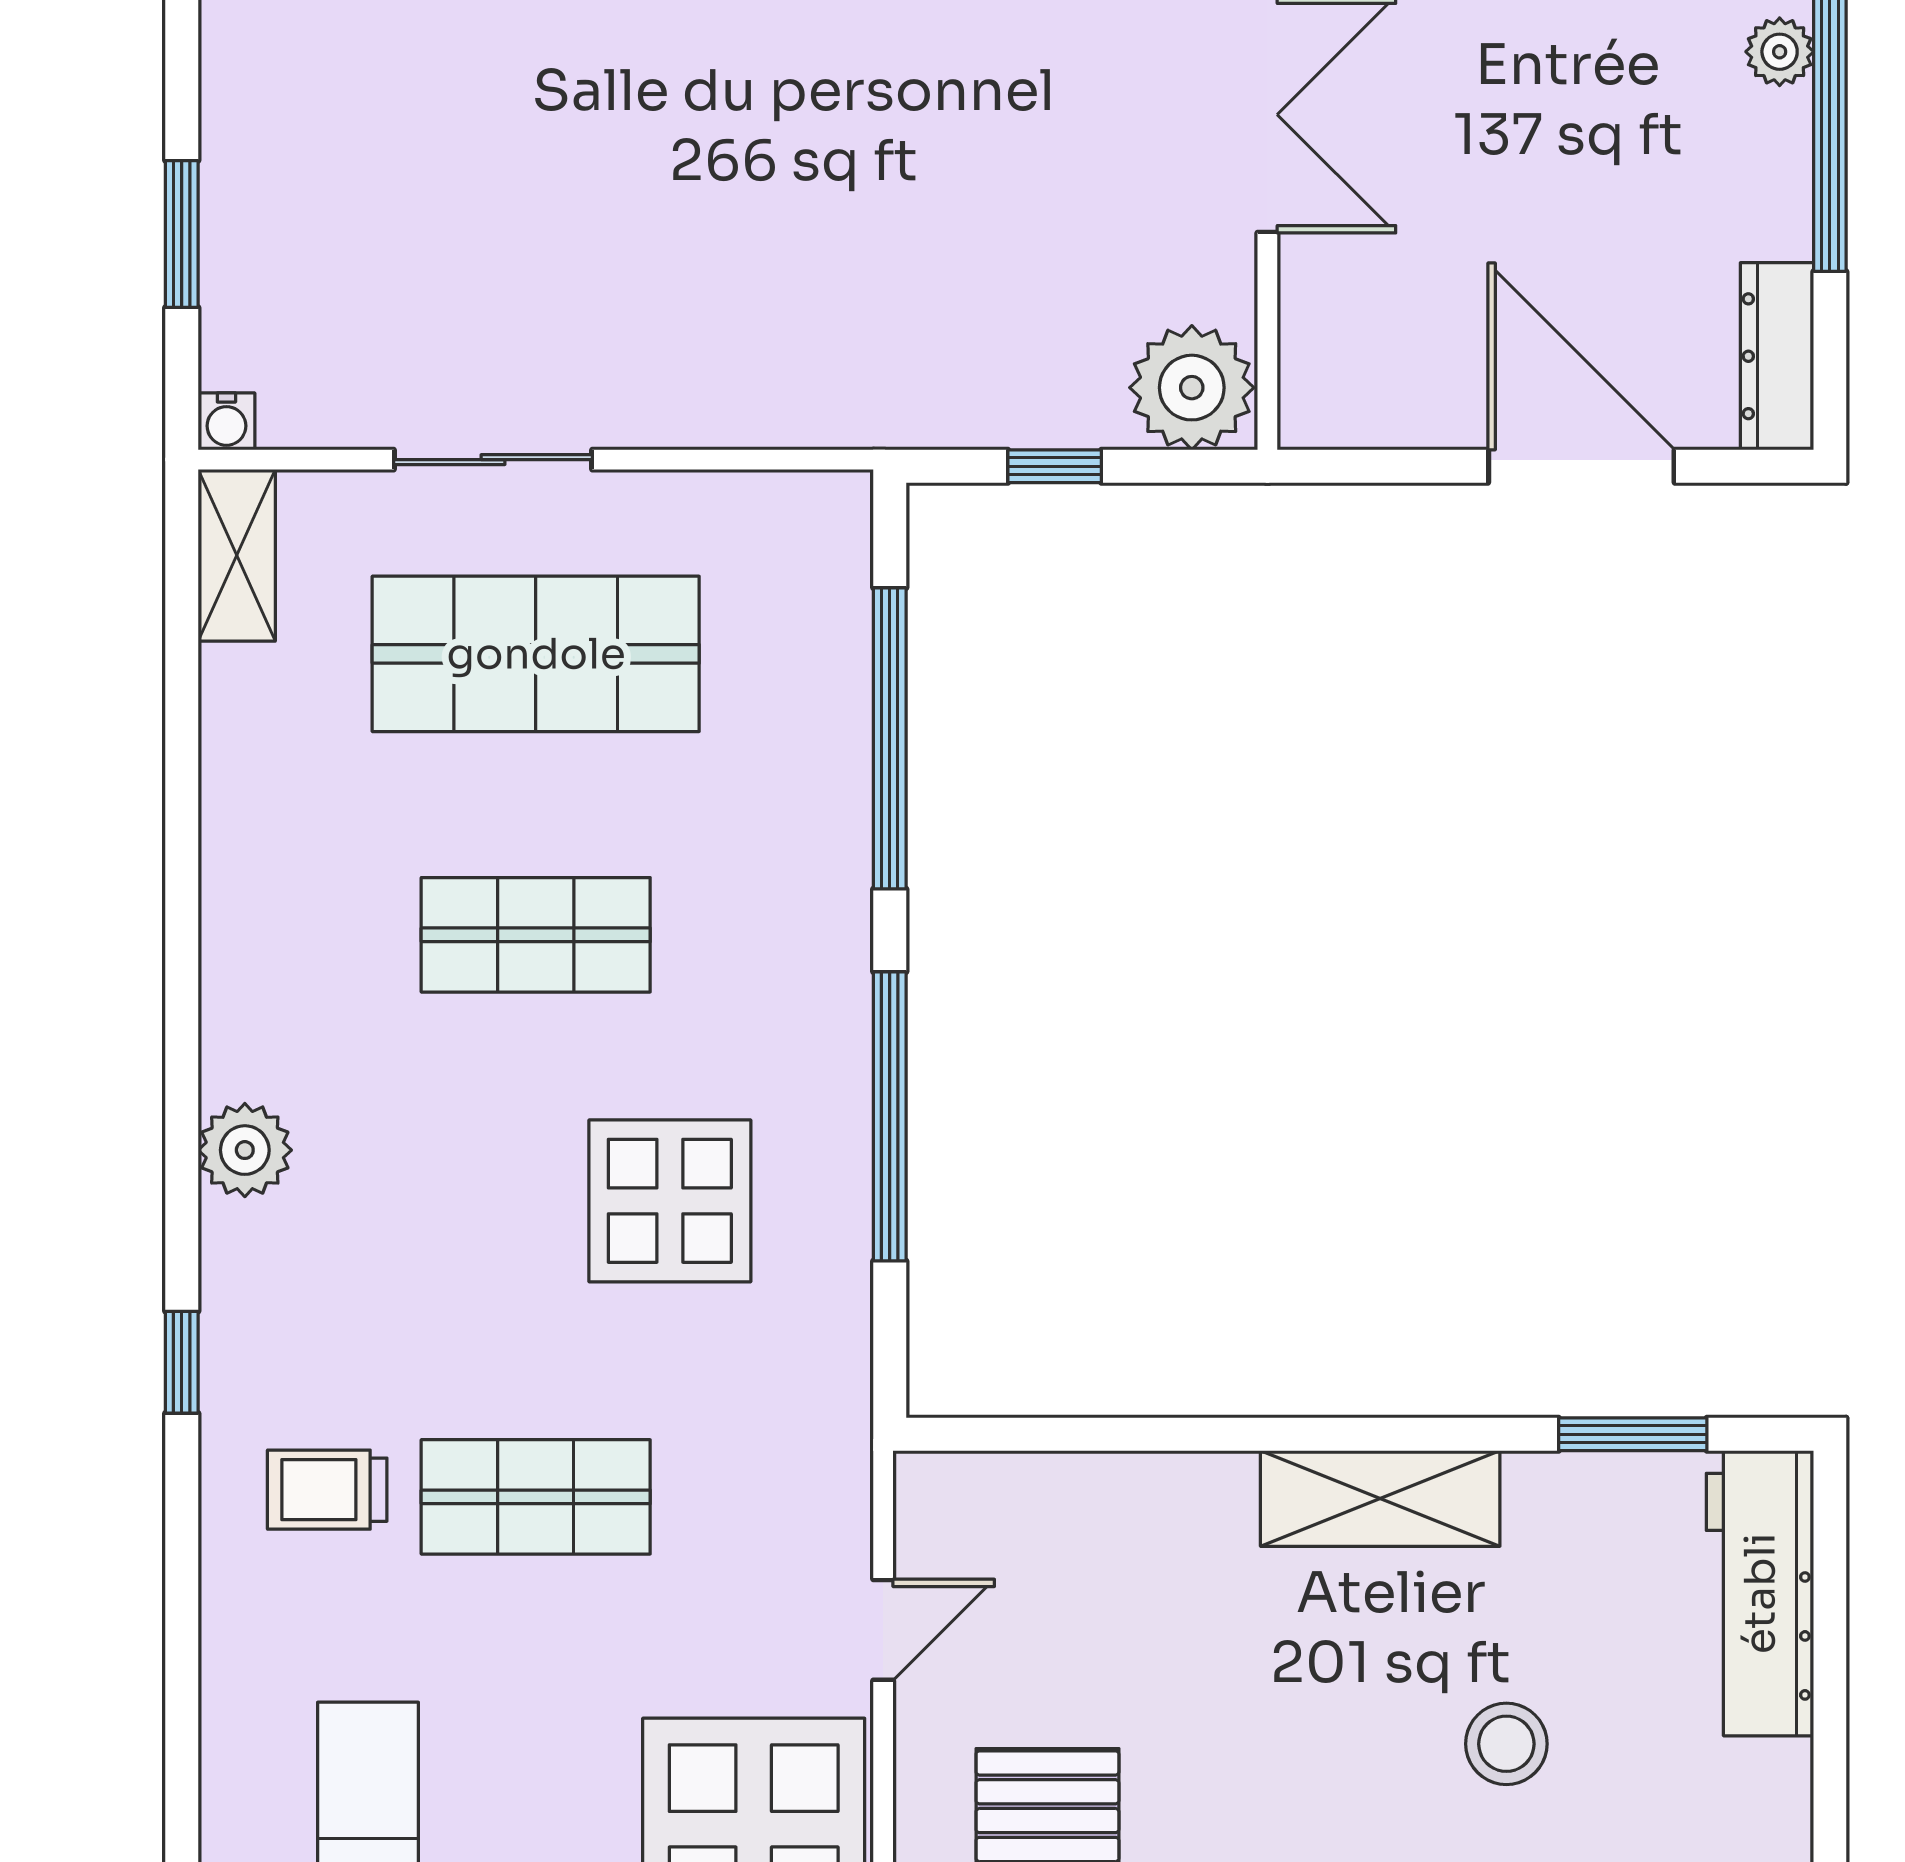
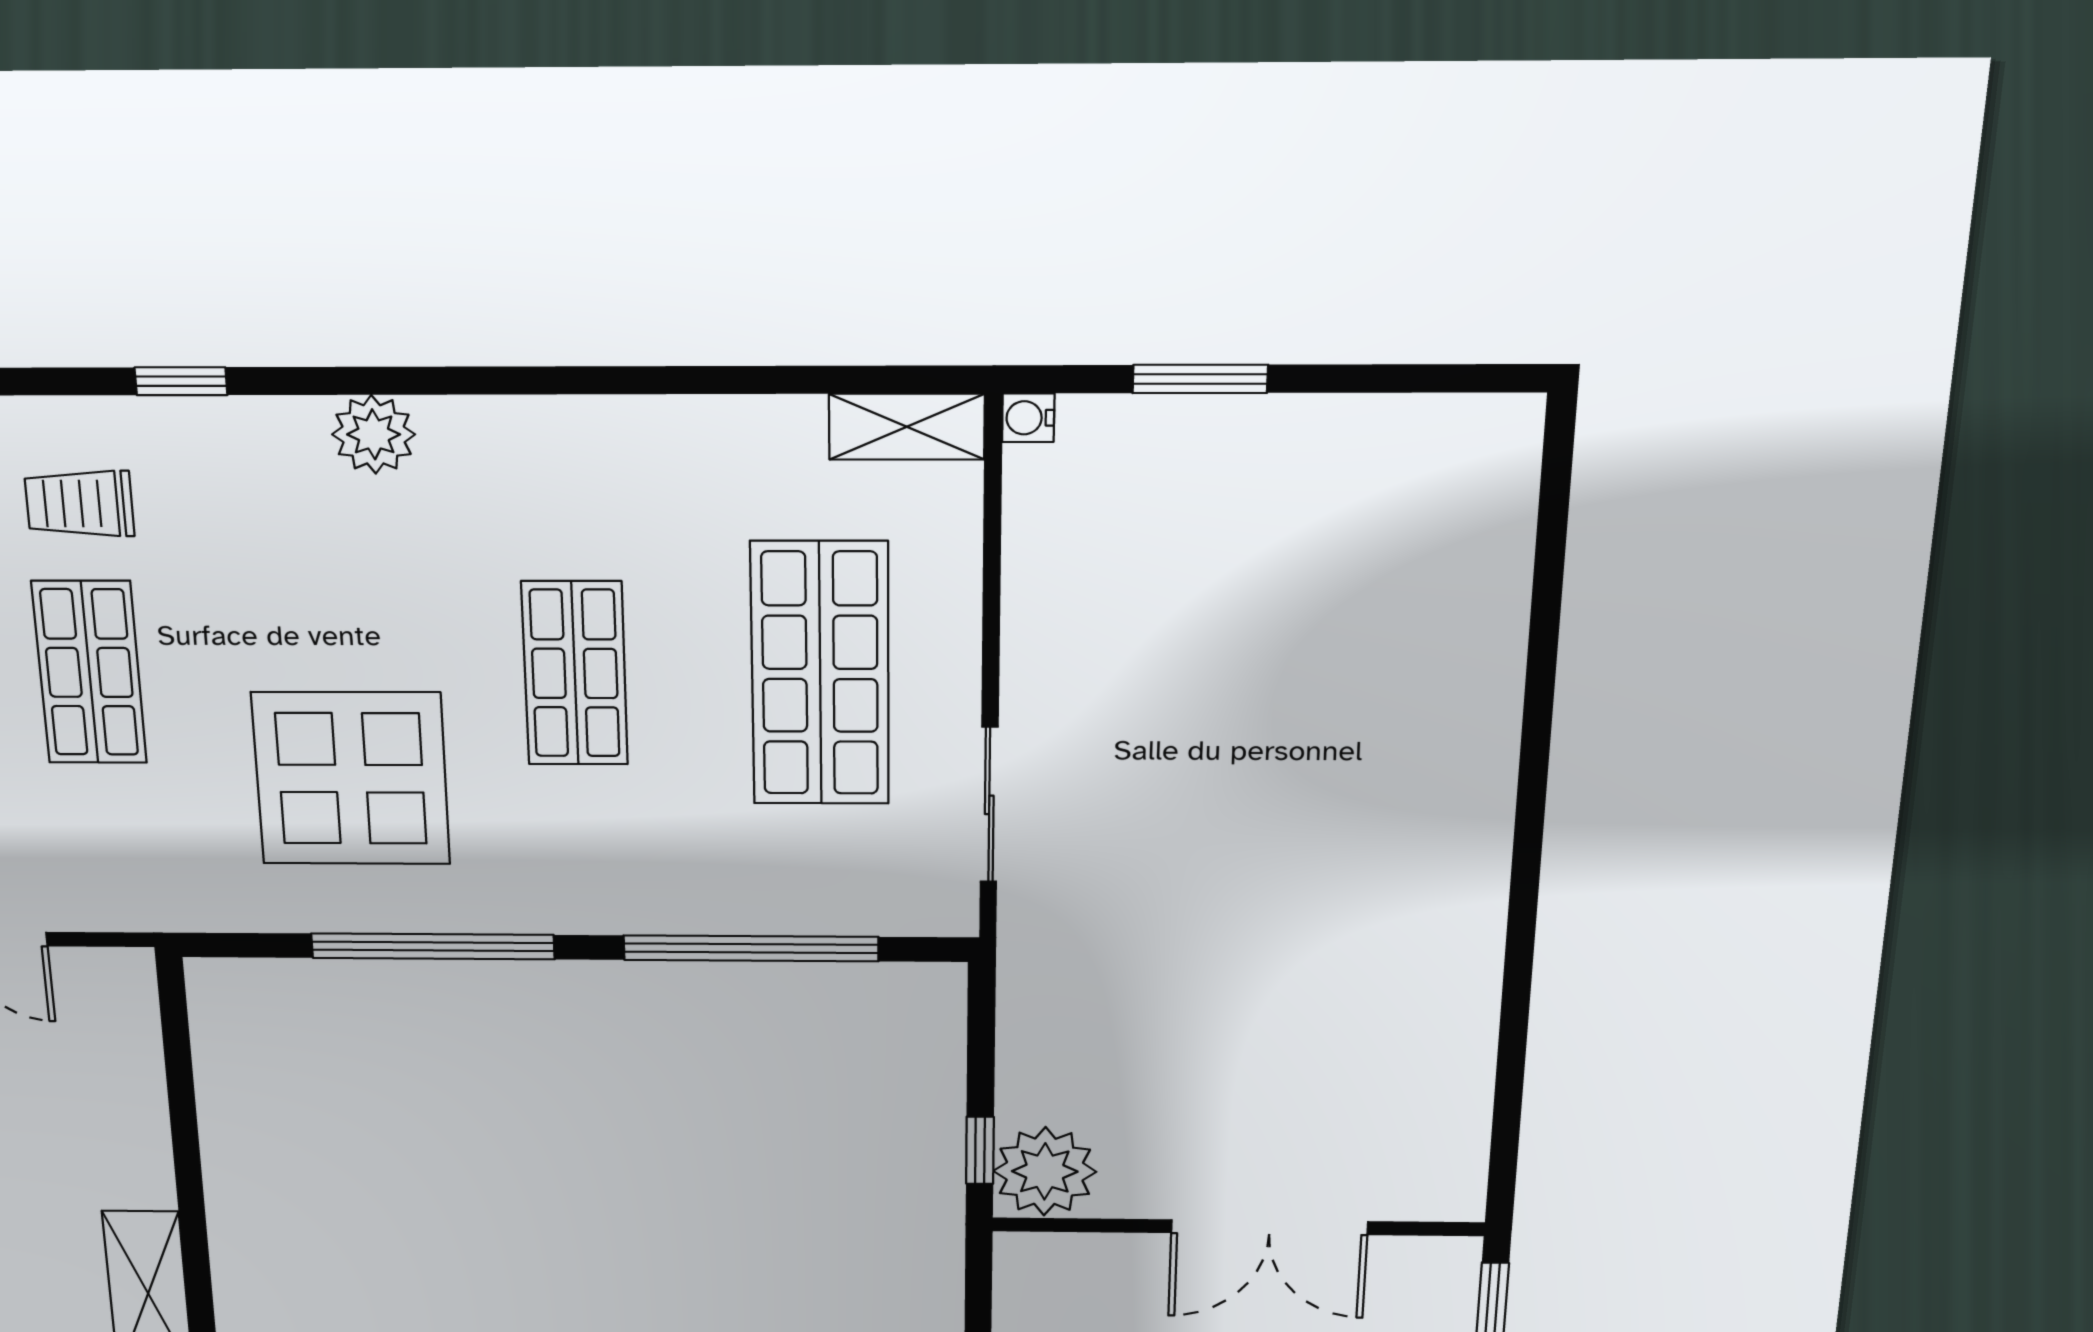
sliding door: (493, 460) -> (989, 805), moved
window: (1055, 466) -> (980, 1150), moved
display table: (670, 1201) -> (351, 779), width x1.36, depth x1.36
trolley: (327, 1490) -> (79, 504), turned -90

